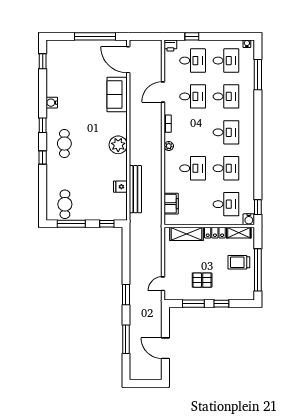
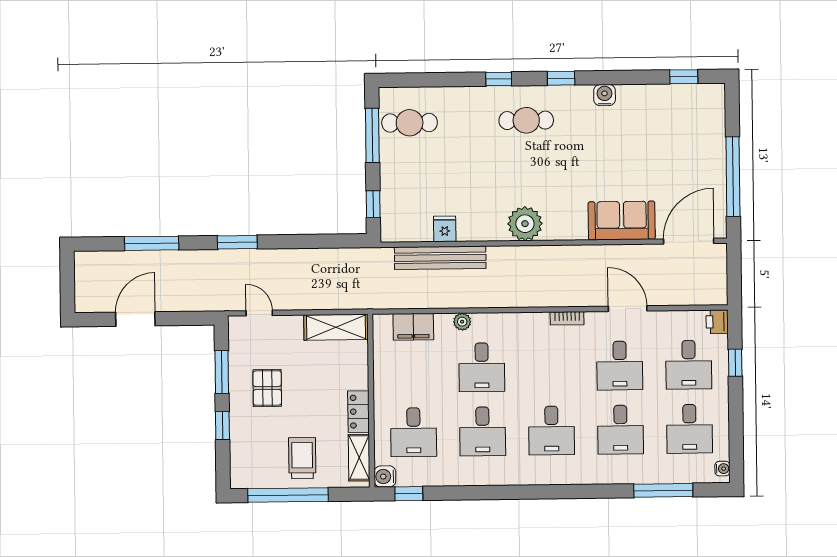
plant: (169, 146) -> (462, 322), moved
shelving: (187, 234) -> (336, 327), moved, turned 90

